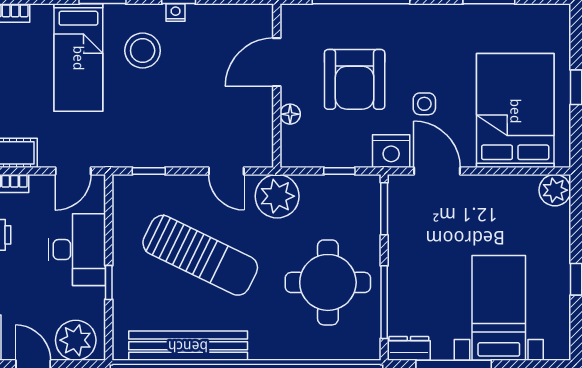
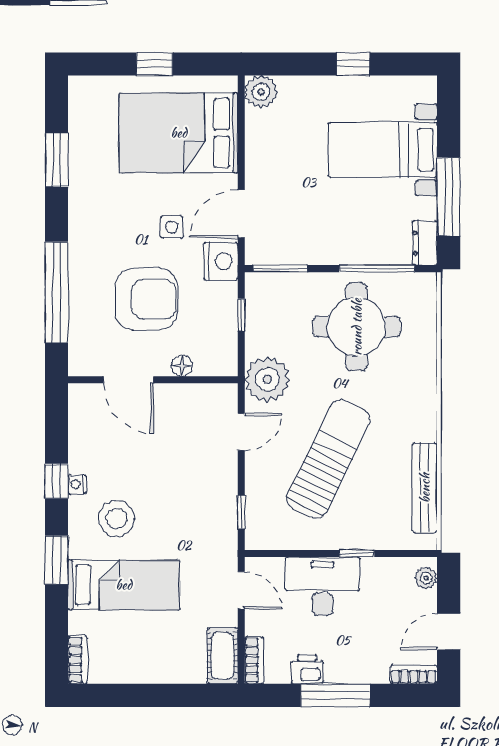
plant: (76, 340) -> (426, 578), width x0.53, depth x0.53
bench: (188, 346) -> (425, 488), width x0.73, depth x0.82

